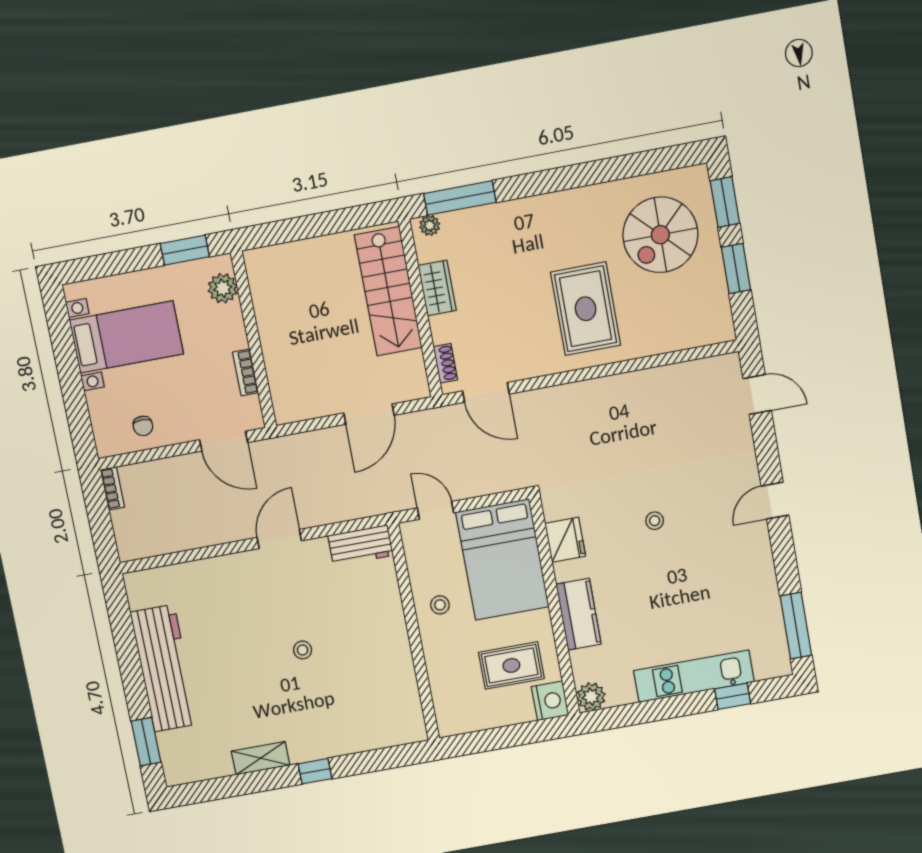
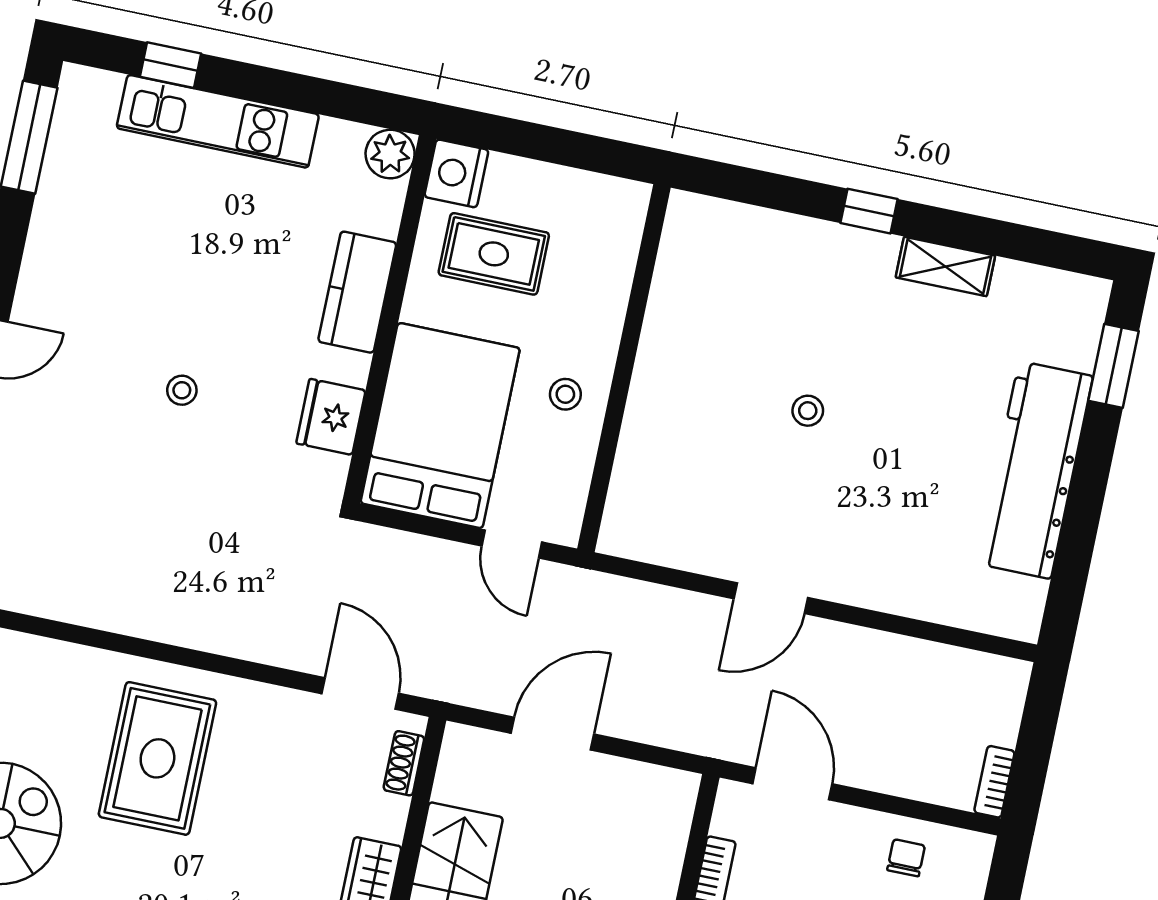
workbench: (361, 545) -> (650, 537), removed

